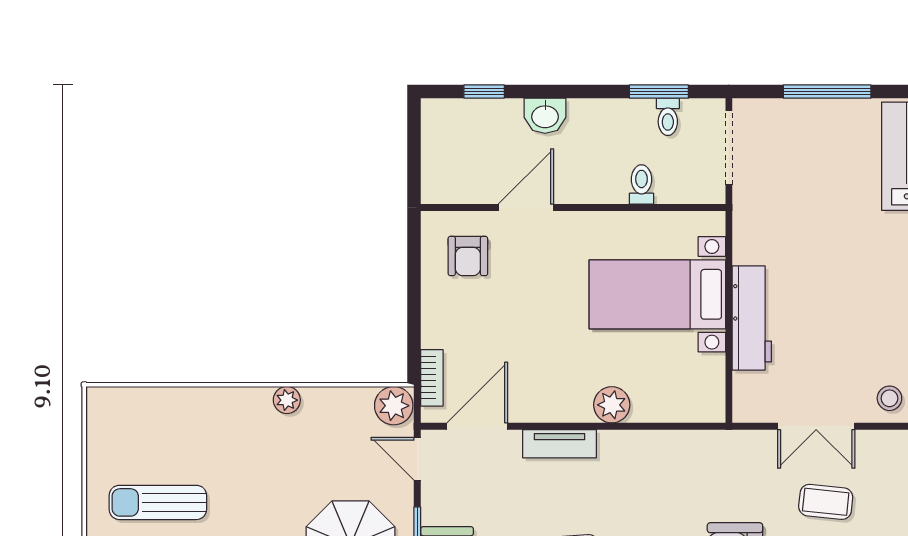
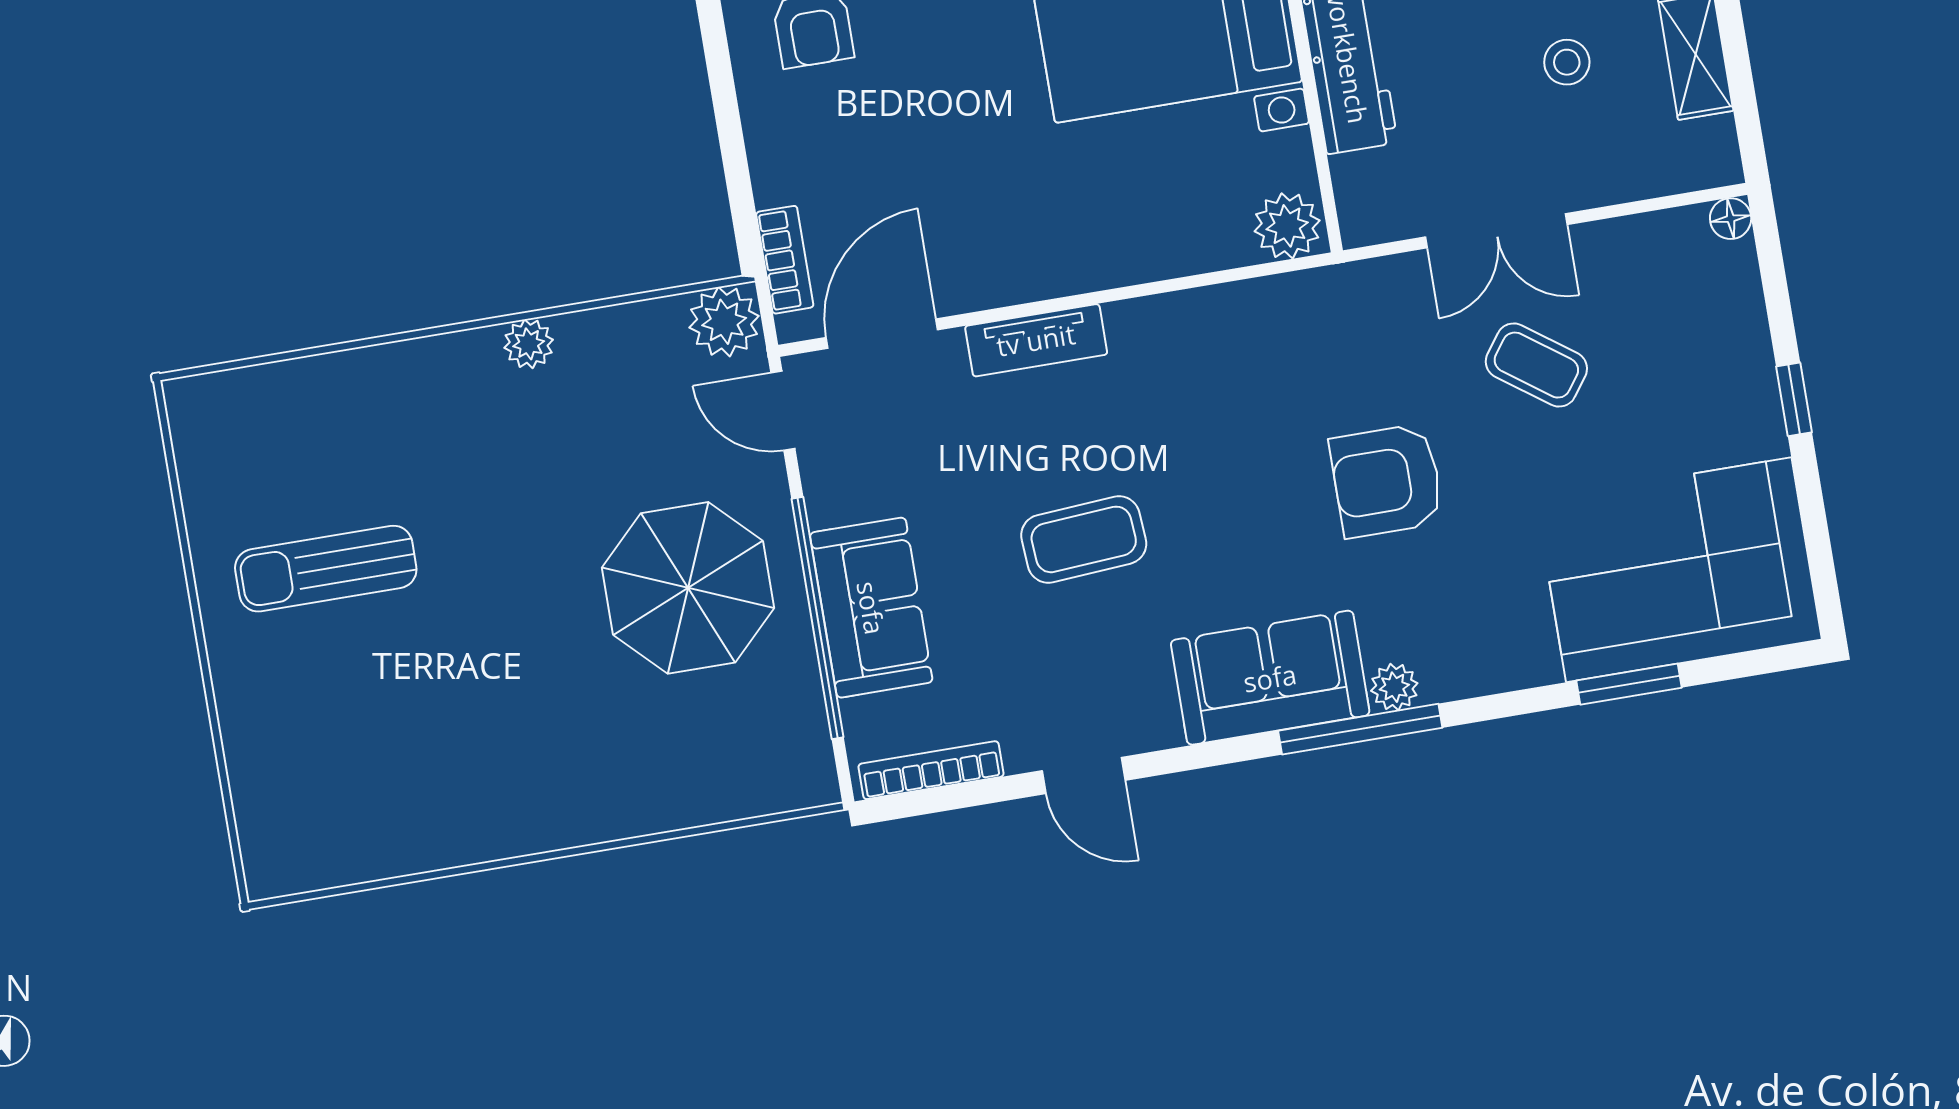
stool: (889, 398) -> (1567, 62), moved
plant: (612, 405) -> (1287, 226), moved
coffee table: (826, 502) -> (1536, 365), turned 30

